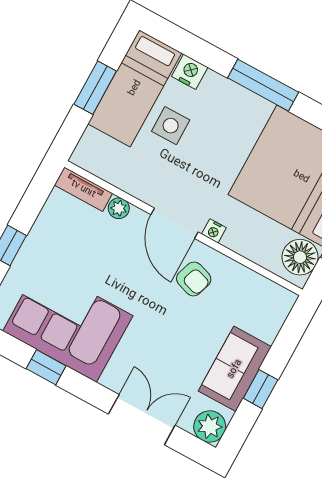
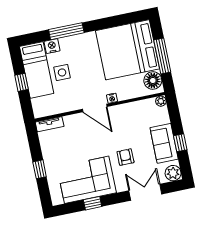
window: (263, 85) -> (66, 31), moved
window: (95, 88) -> (22, 82), width x0.67
plant: (119, 208) -> (161, 101), moved
armchair: (194, 279) -> (125, 157), moved, turned -108

